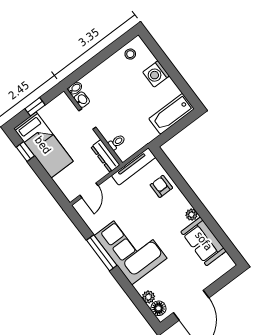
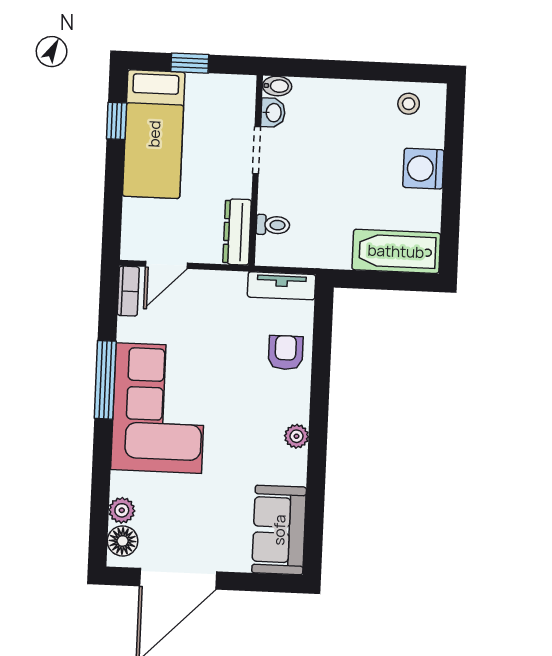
tv unit: (134, 166) -> (282, 286), width x0.71
bookcase: (83, 212) -> (128, 291), added
sofa: (204, 241) -> (279, 530), moved

